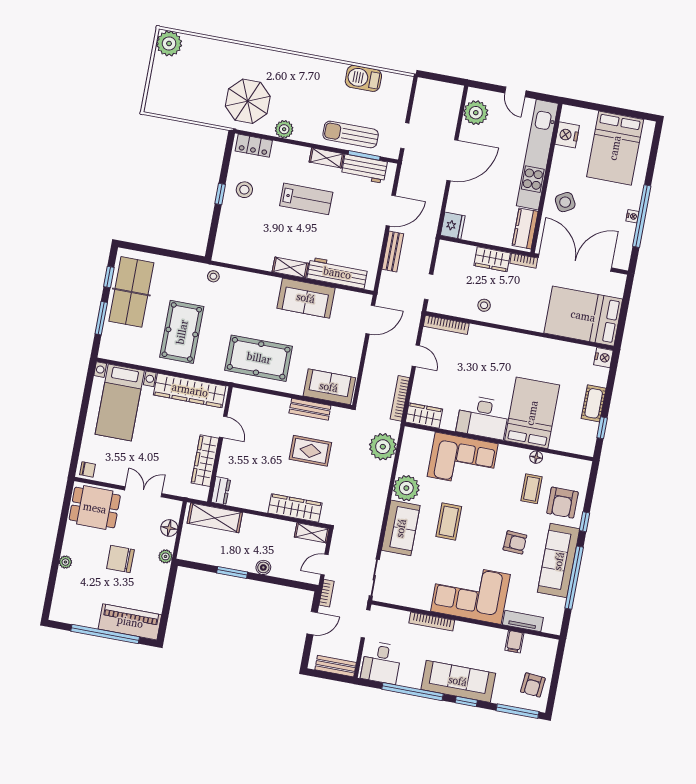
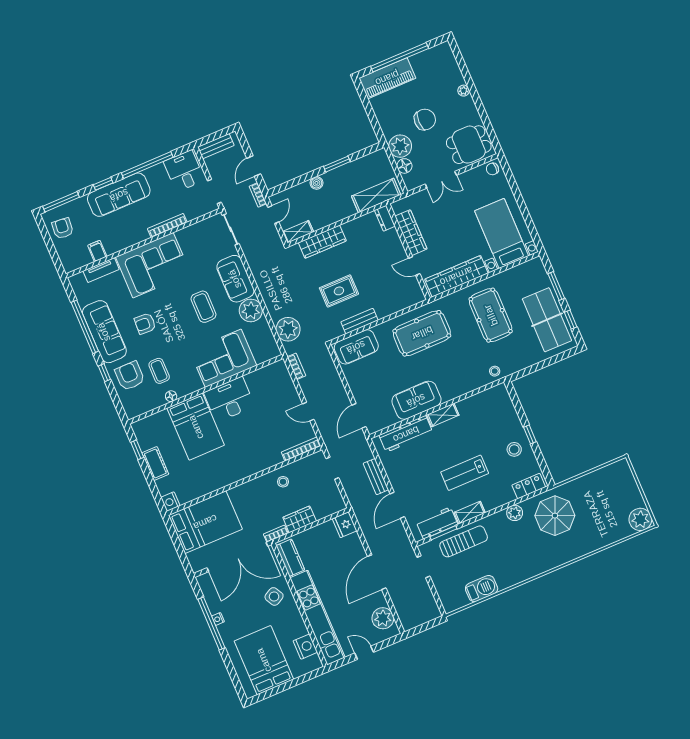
bookcase: (400, 398) -> (296, 366), width x0.64
wardrobe: (424, 416) -> (273, 372), removed
plant: (165, 556) -> (400, 146), width x1.88, depth x1.88

